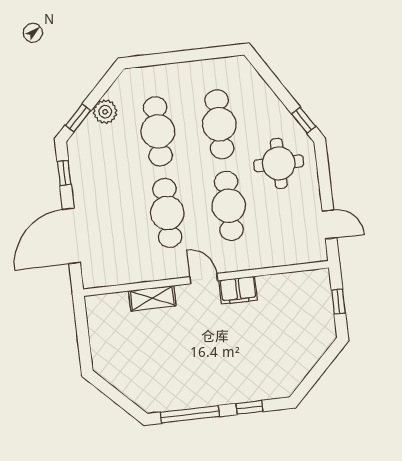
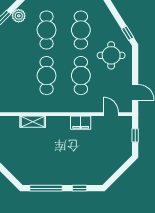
door: (204, 279) -> (111, 114), moved

